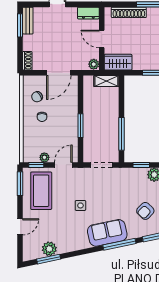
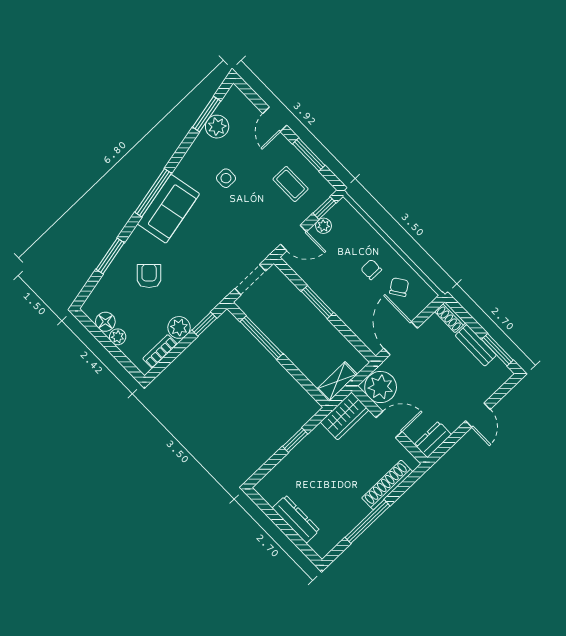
bench: (28, 21) -> (476, 345), moved
plant: (94, 64) -> (381, 387), width x1.87, depth x1.87
door: (63, 165) -> (294, 238), hinge flipped
window: (20, 184) -> (309, 155), moved
coffee table: (41, 191) -> (291, 184), width x0.54, depth x0.58
side table: (80, 205) -> (226, 178), moved
window: (119, 244) -> (153, 193), moved

